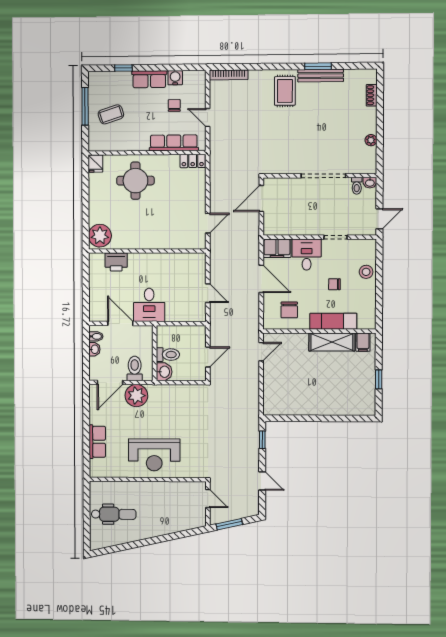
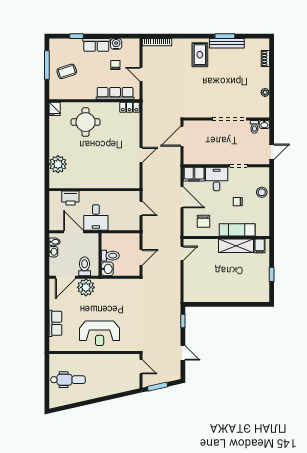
wall: (147, 251) -> (94, 190), moved
printer: (116, 262) -> (70, 198), moved

